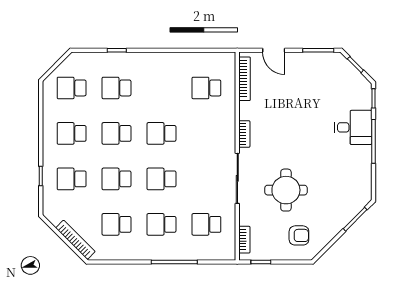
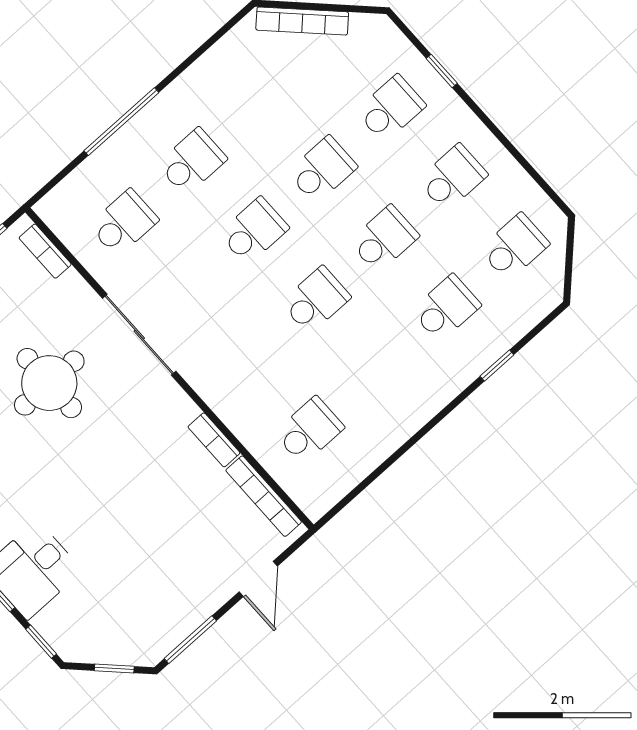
door: (274, 50) -> (258, 579), swing flipped
bookcase: (244, 134) -> (214, 440), moved
school desk: (117, 224) -> (260, 100), removed

